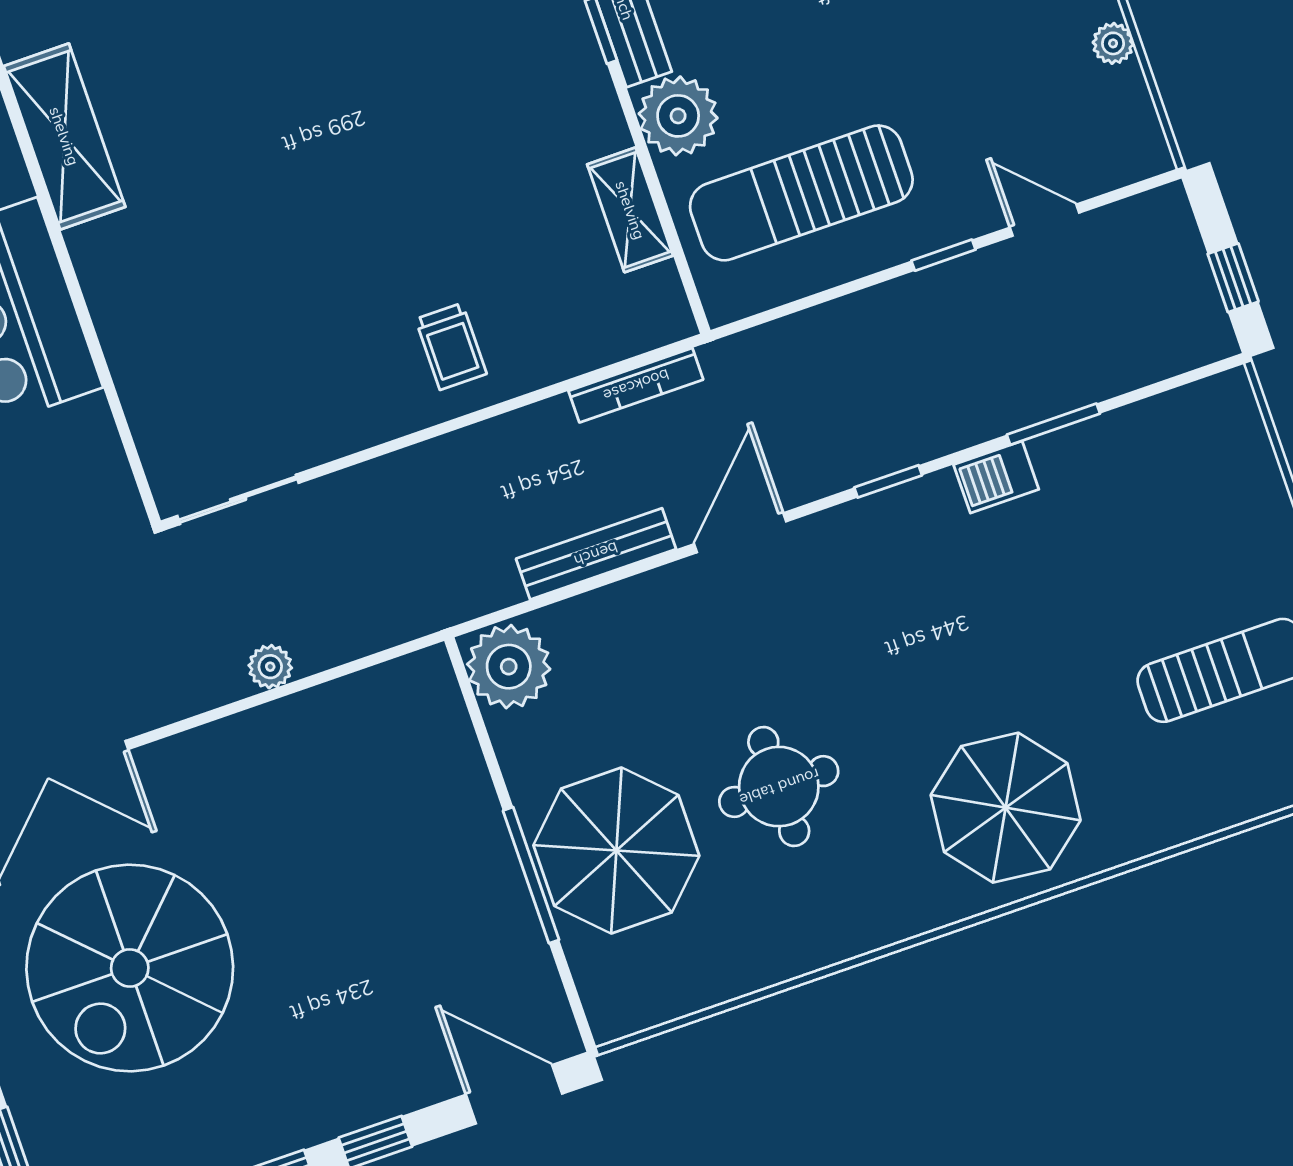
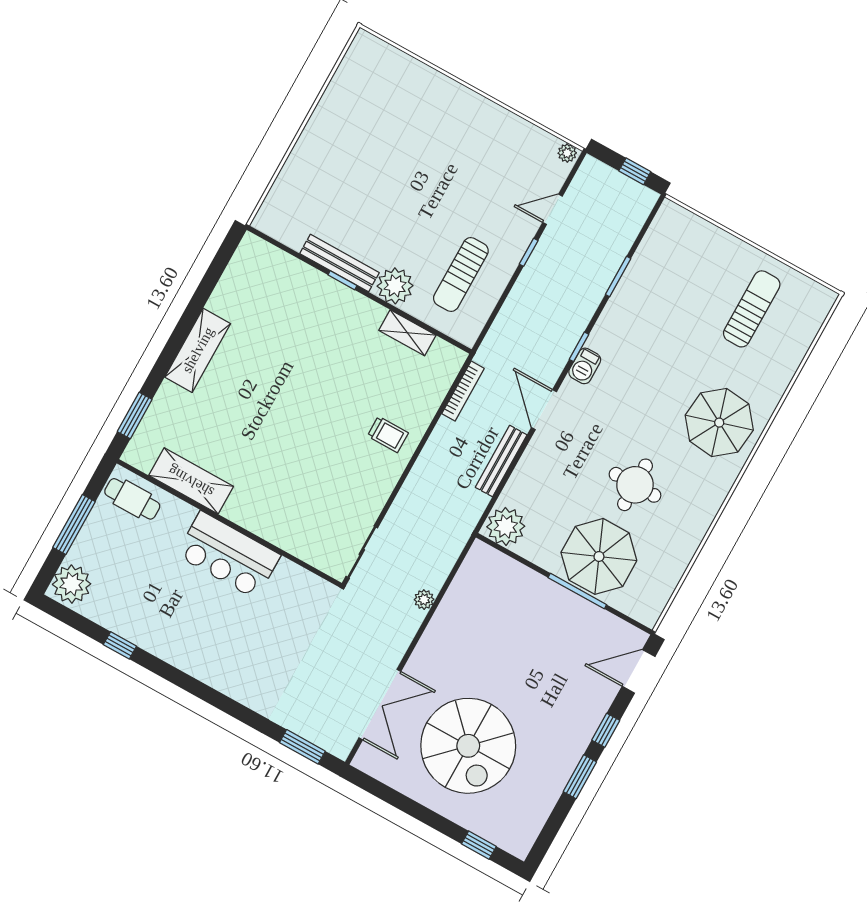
plant: (1113, 43) -> (567, 153), moved
sun lounger: (801, 193) -> (461, 275), width x0.73, depth x0.75
barbecue: (996, 477) -> (585, 366), moved

